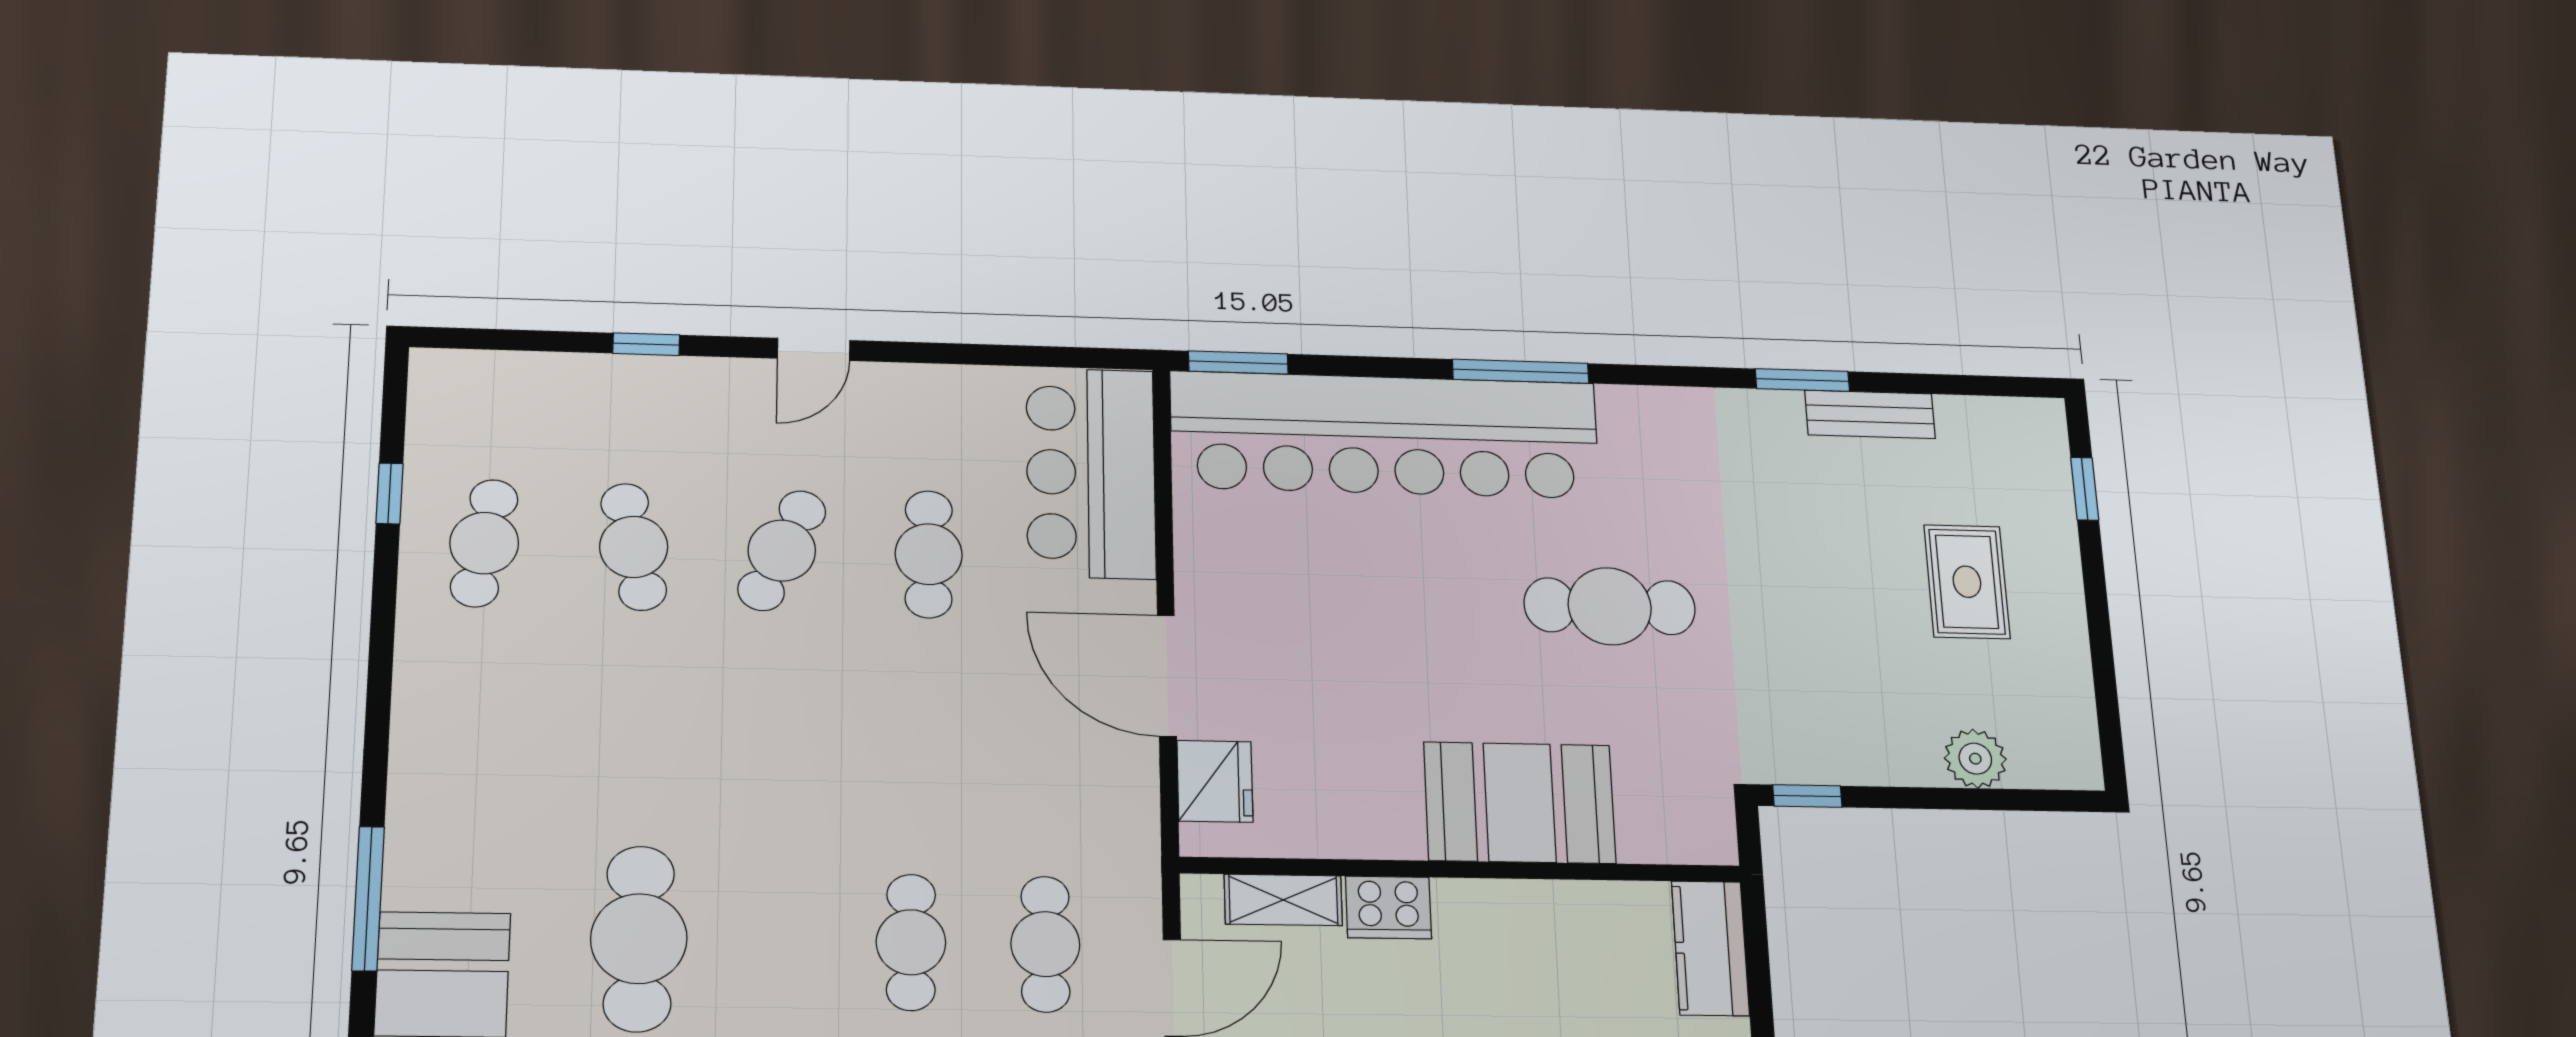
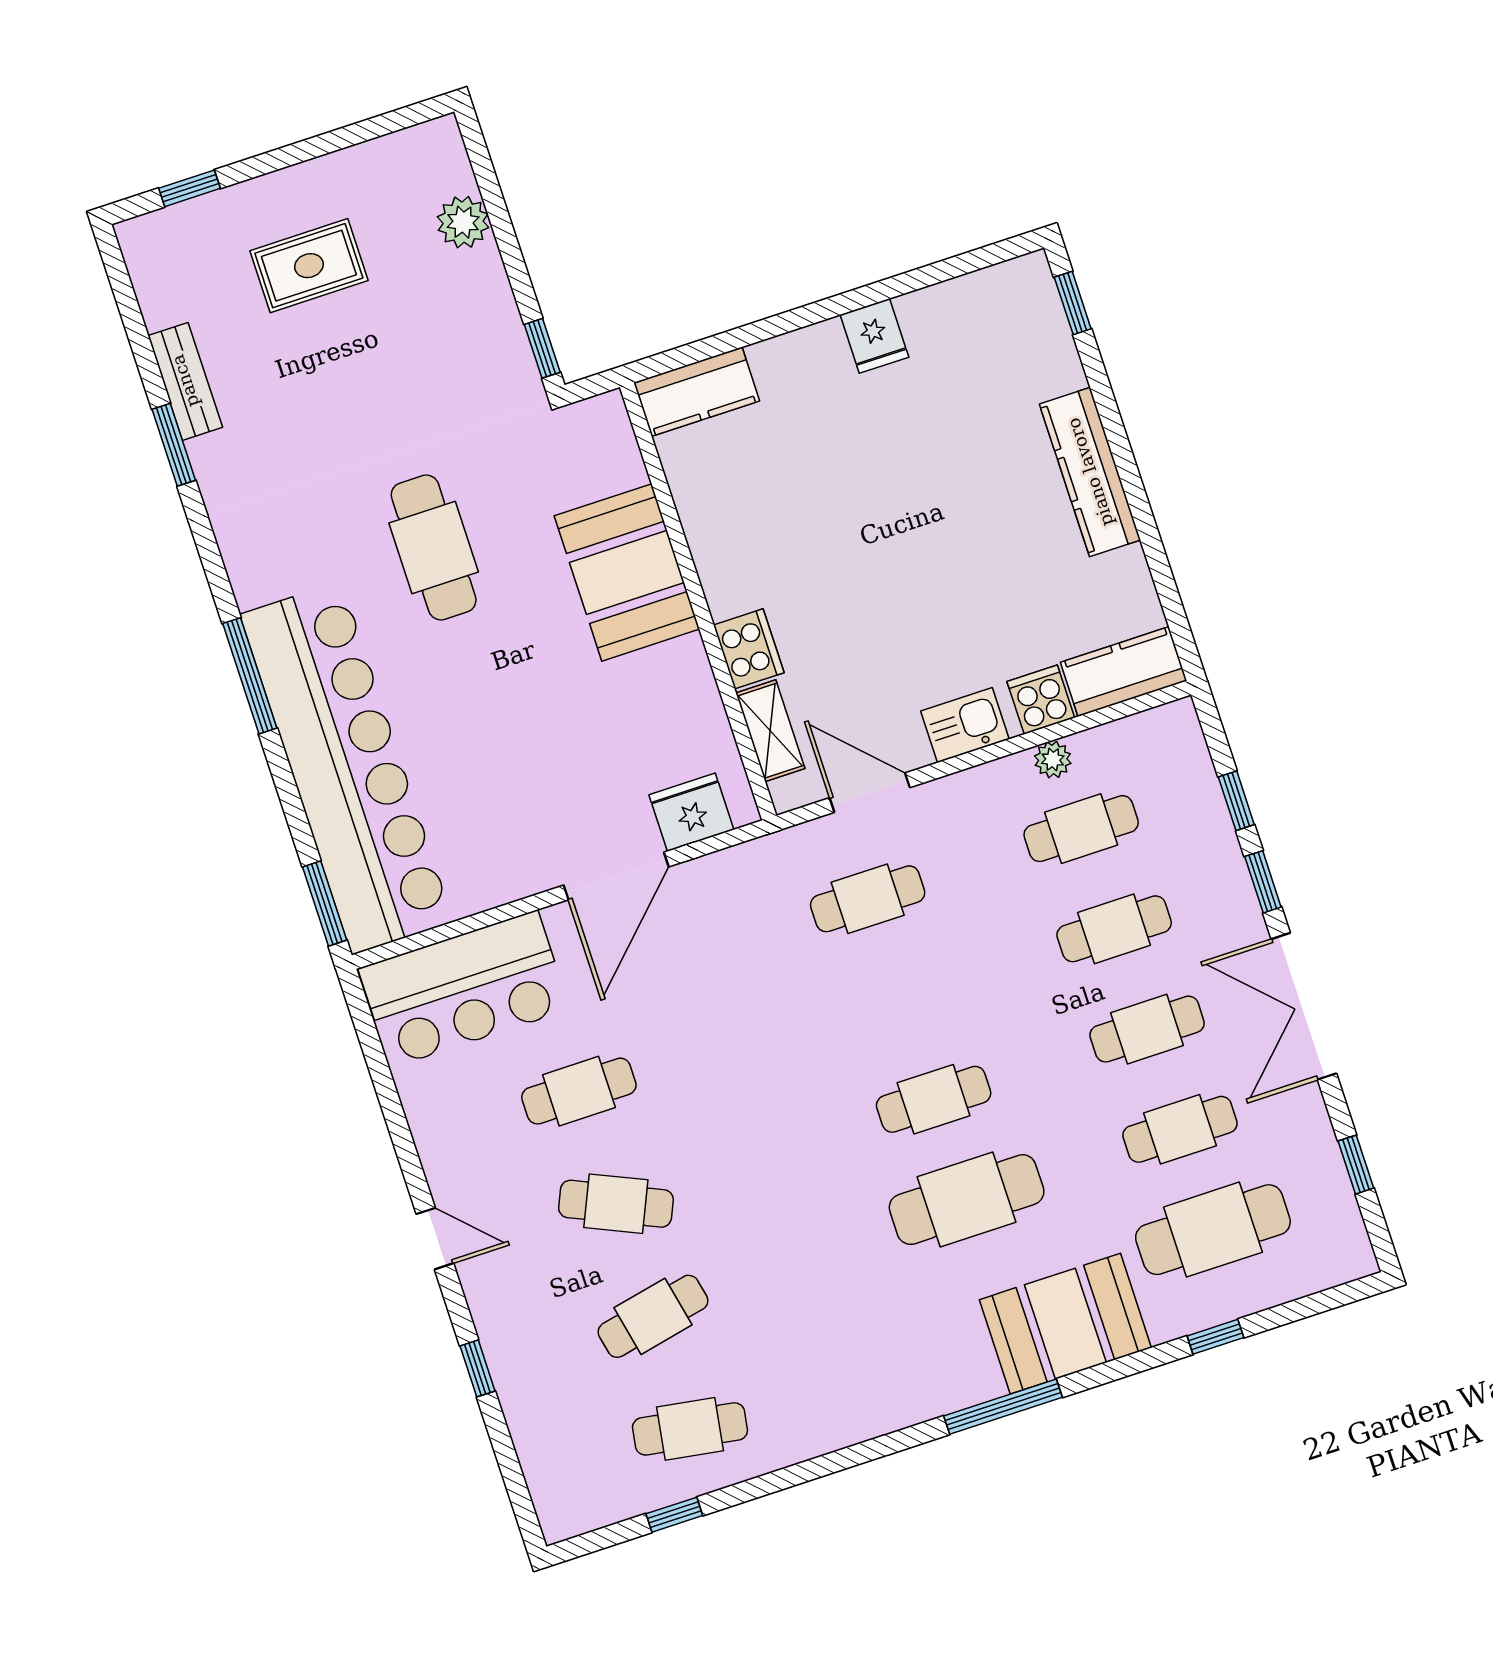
cafe table: (911, 942) -> (934, 1099), moved

